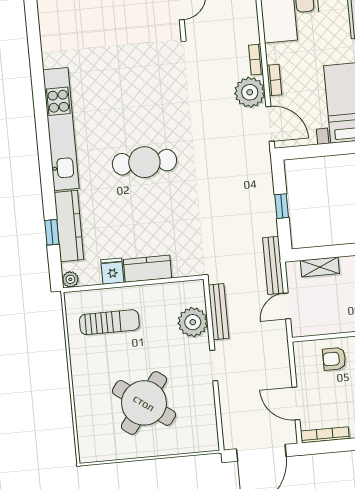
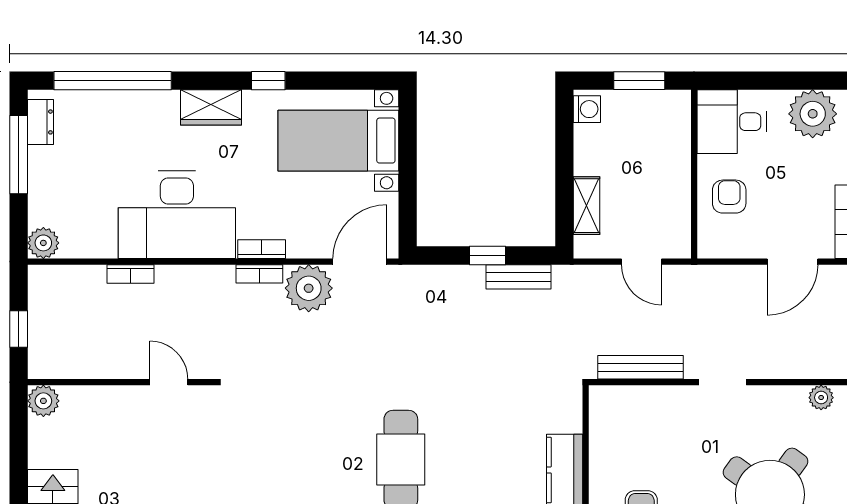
bookcase: (274, 80) -> (262, 249), moved
bench: (273, 265) -> (519, 277), moved, width x0.73
plant: (193, 322) -> (821, 398), moved, width x0.53, depth x0.53
armchair: (334, 359) -> (729, 197), turned 180

